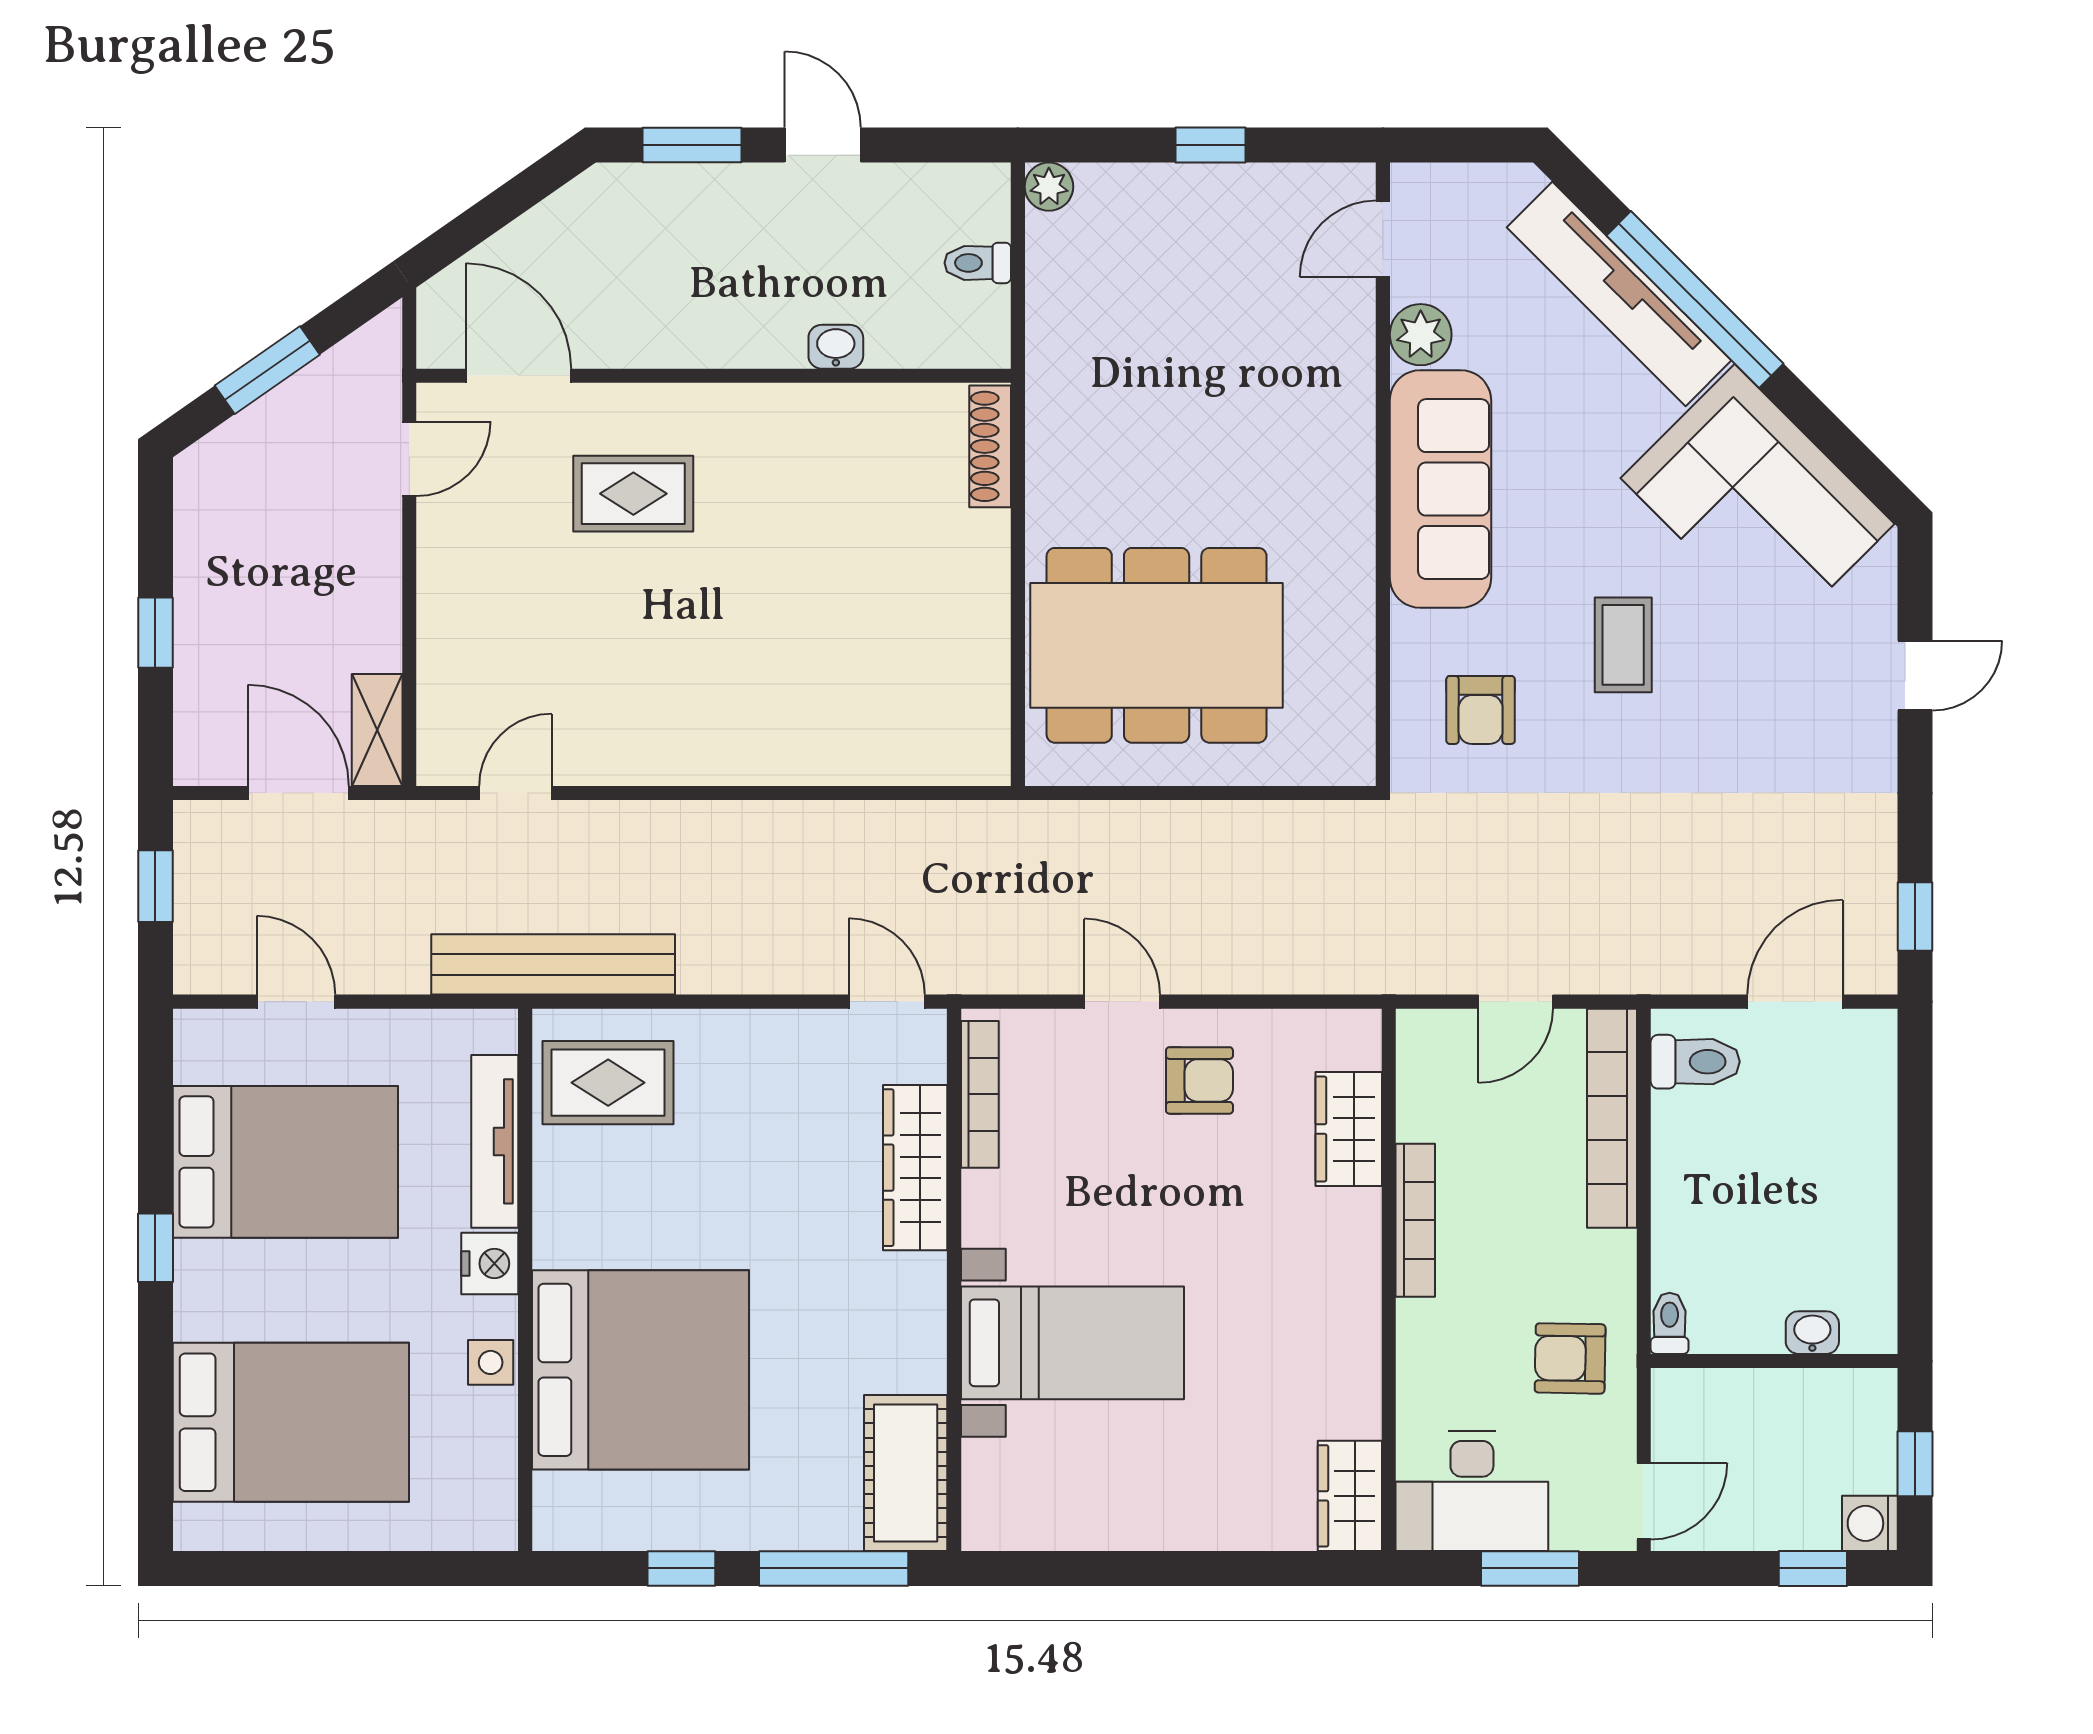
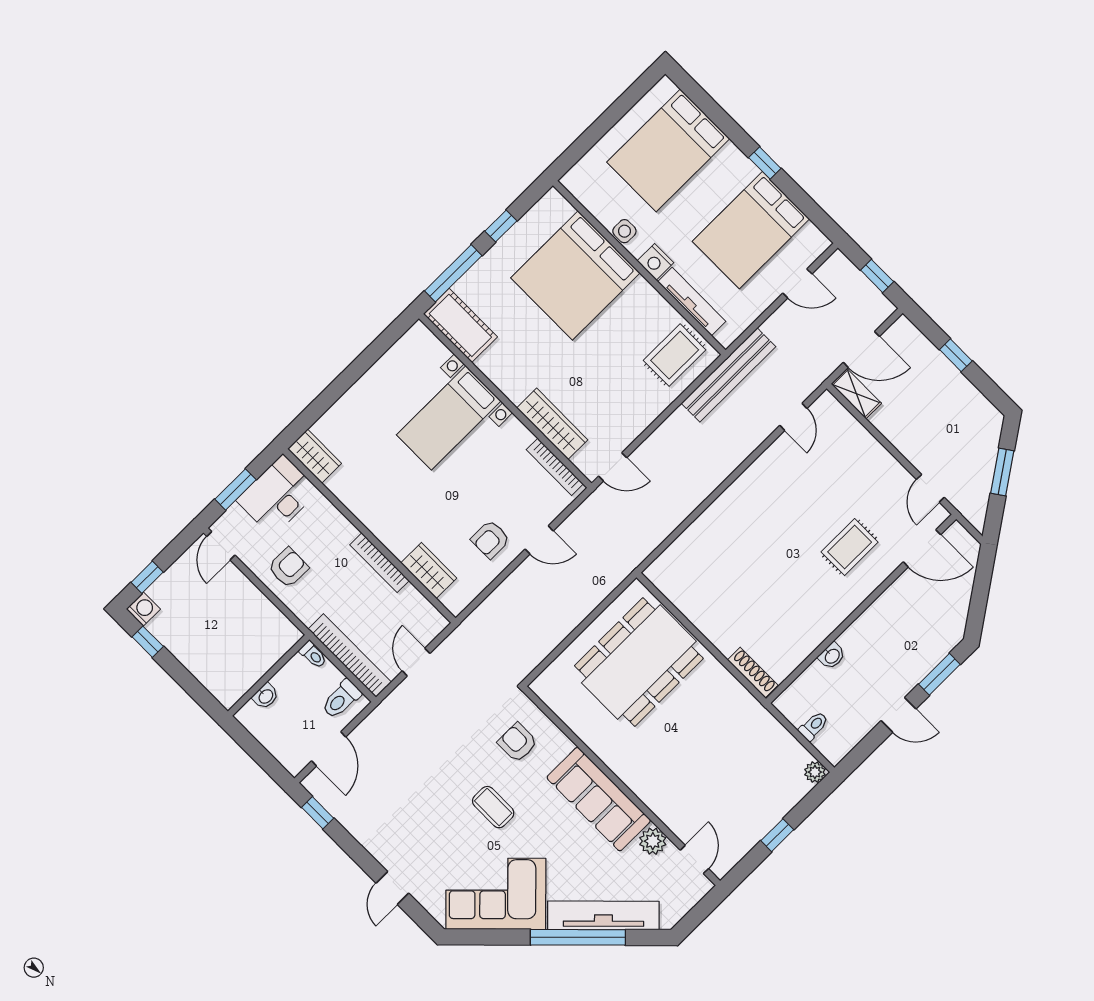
toilet: (1670, 1323) -> (313, 655), moved
washbasin: (1812, 1333) -> (266, 696), moved
wall: (1774, 1361) -> (269, 675), moved

